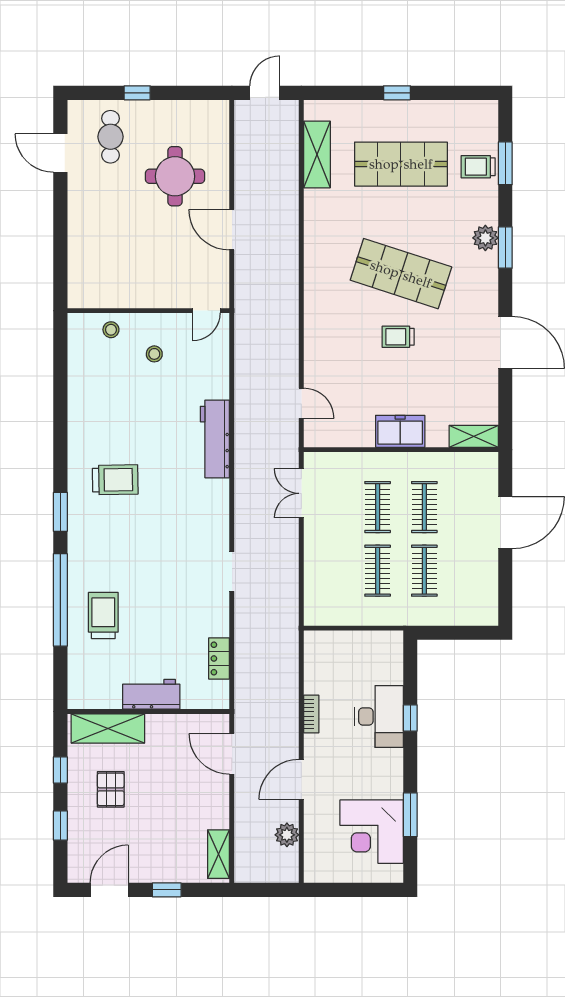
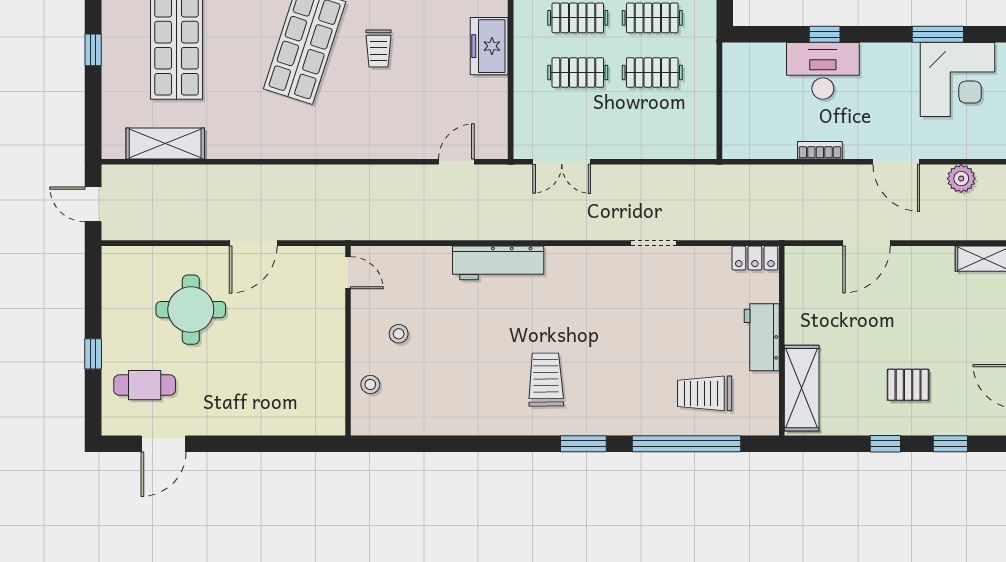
workbench: (151, 694) -> (762, 337), moved
wall: (148, 711) -> (782, 341), moved
shelving: (108, 728) -> (802, 388), moved

